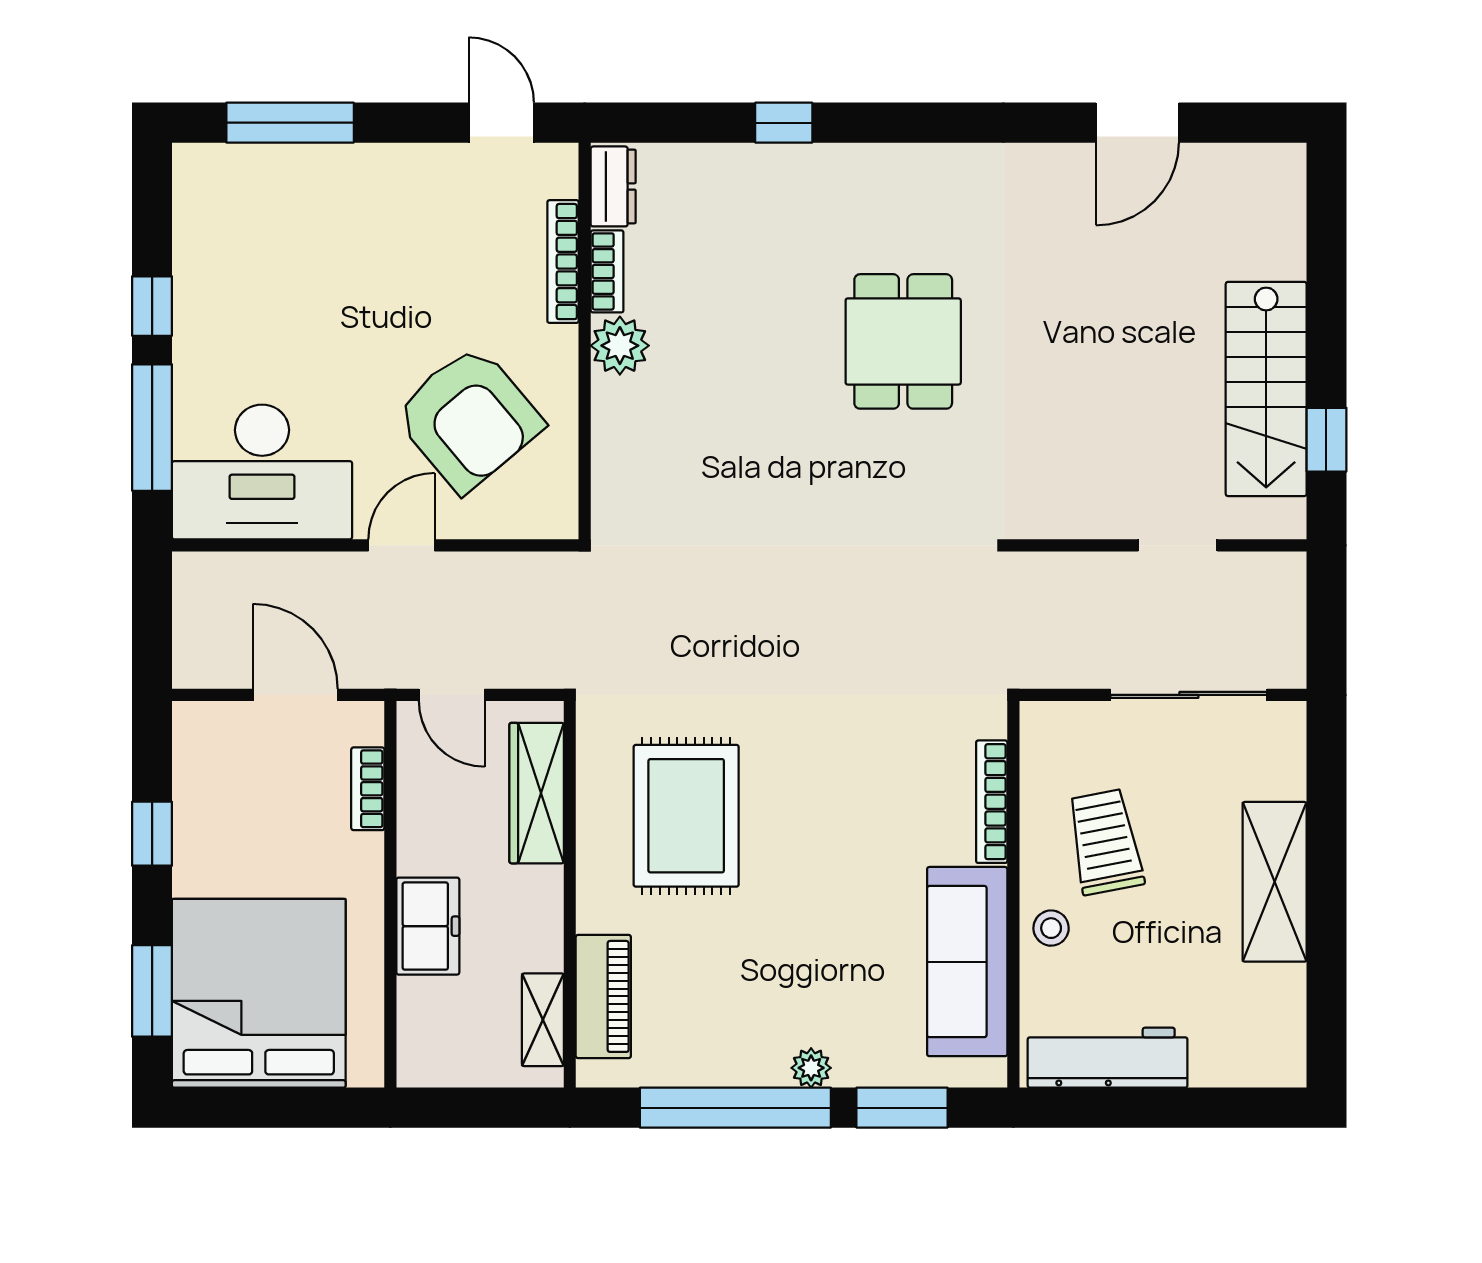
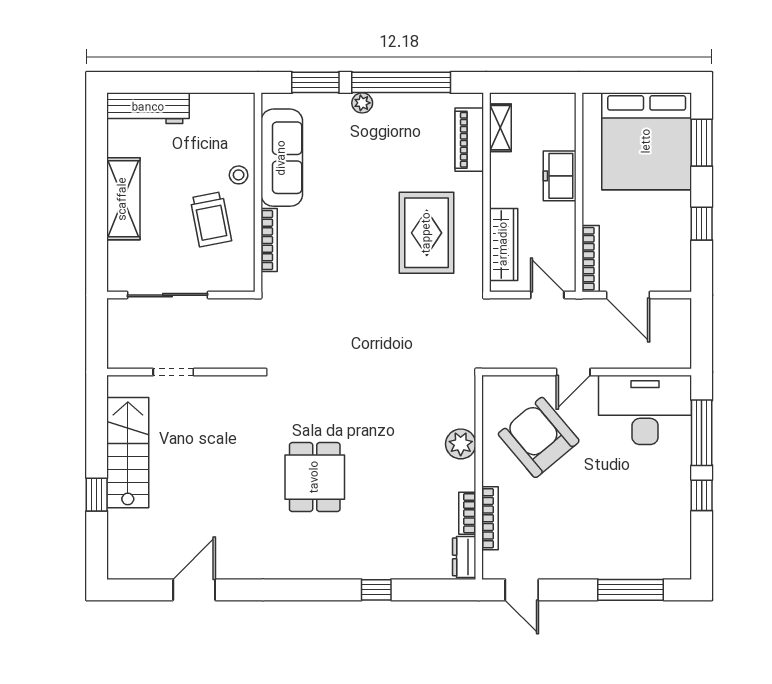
plant: (620, 346) -> (461, 444), moved
window: (1326, 440) -> (97, 495), moved
bookcase: (368, 789) -> (591, 259), width x1.56
workbench: (1108, 1058) -> (148, 108), moved

